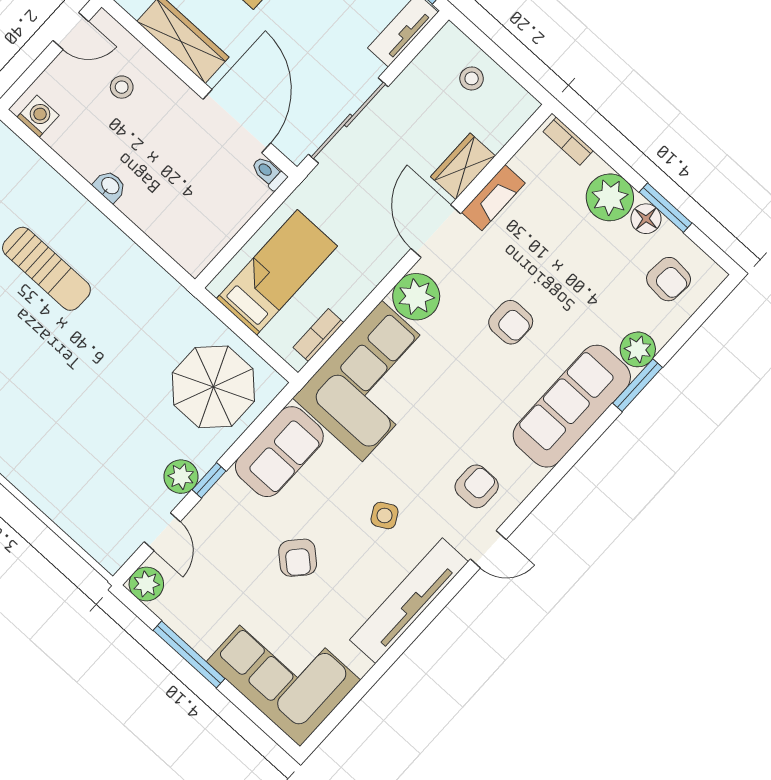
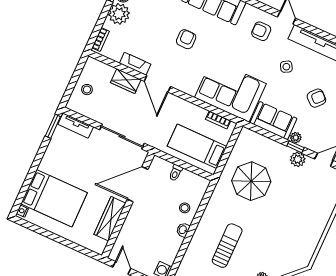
stool: (122, 87) -> (185, 208), moved
toilet: (269, 173) -> (176, 173), moved
door: (436, 231) -> (157, 84), hinge flipped
plant: (416, 297) -> (296, 138), moved, width x0.53, depth x0.53
parasol: (213, 387) -> (251, 181), moved

